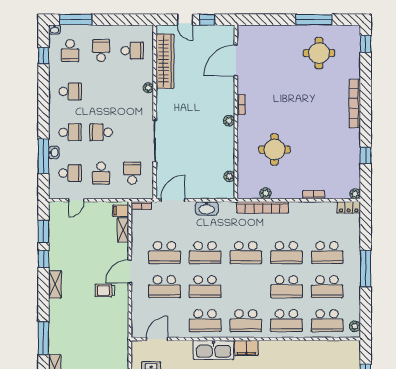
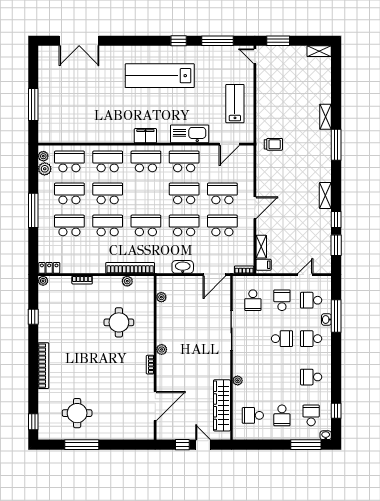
trolley: (105, 290) -> (273, 144), moved
plant: (353, 313) -> (45, 169), added
kitchen sink: (213, 350) -> (190, 134), moved

